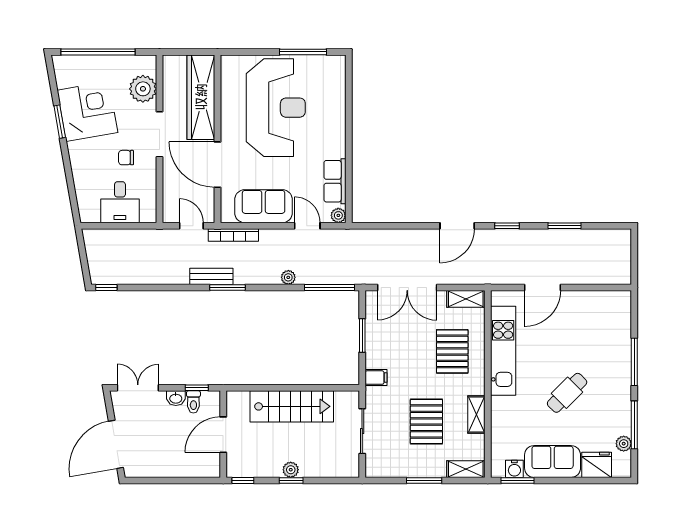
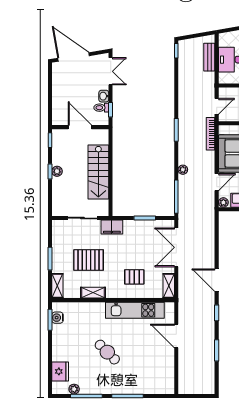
bench: (211, 276) -> (209, 57), moved
pallet: (452, 351) -> (134, 277), width x0.67, depth x0.71
filing cabinet: (376, 378) -> (112, 227), width x2.00
sofa: (553, 461) -> (62, 343), removed

